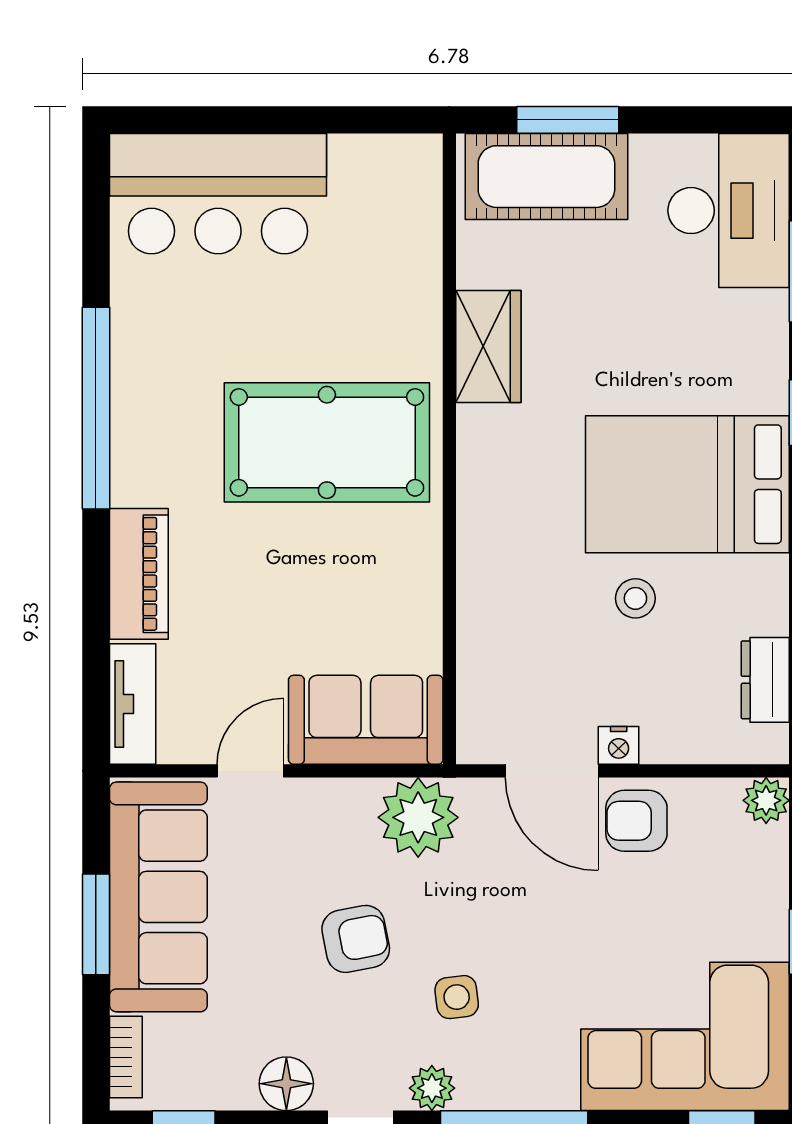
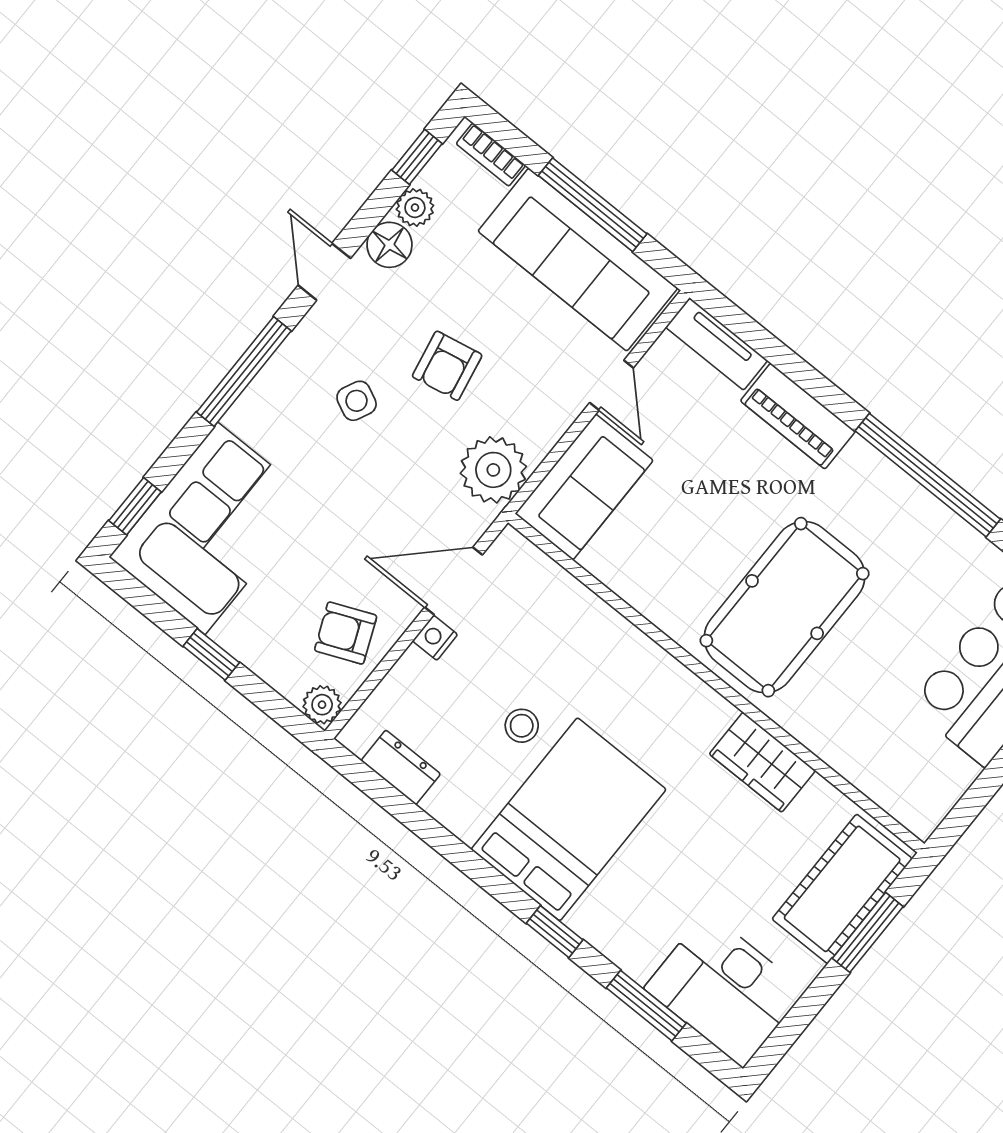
armchair: (636, 821) -> (346, 633), moved, turned -113
window: (96, 924) -> (593, 205), width x1.44
side table: (457, 997) -> (357, 401), turned 33
plant: (432, 1088) -> (415, 207), moved

